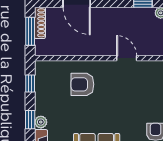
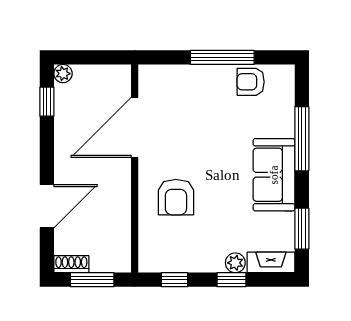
shoe rack: (40, 23) -> (71, 264), width x0.70
door: (127, 58) -> (135, 127), width x1.87

